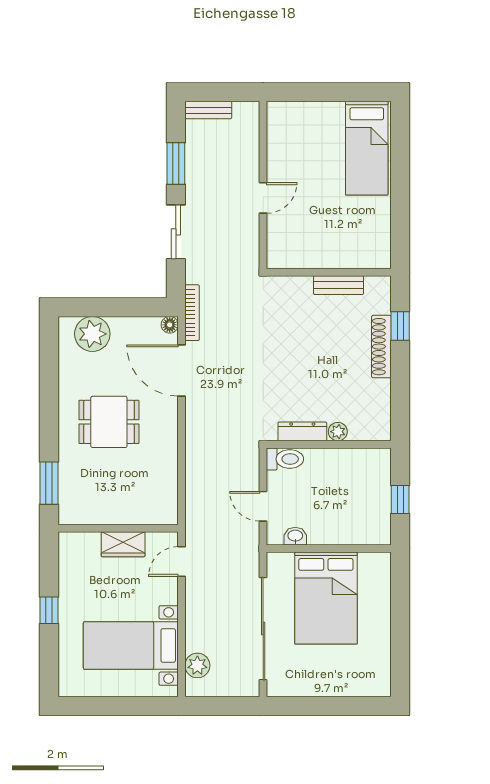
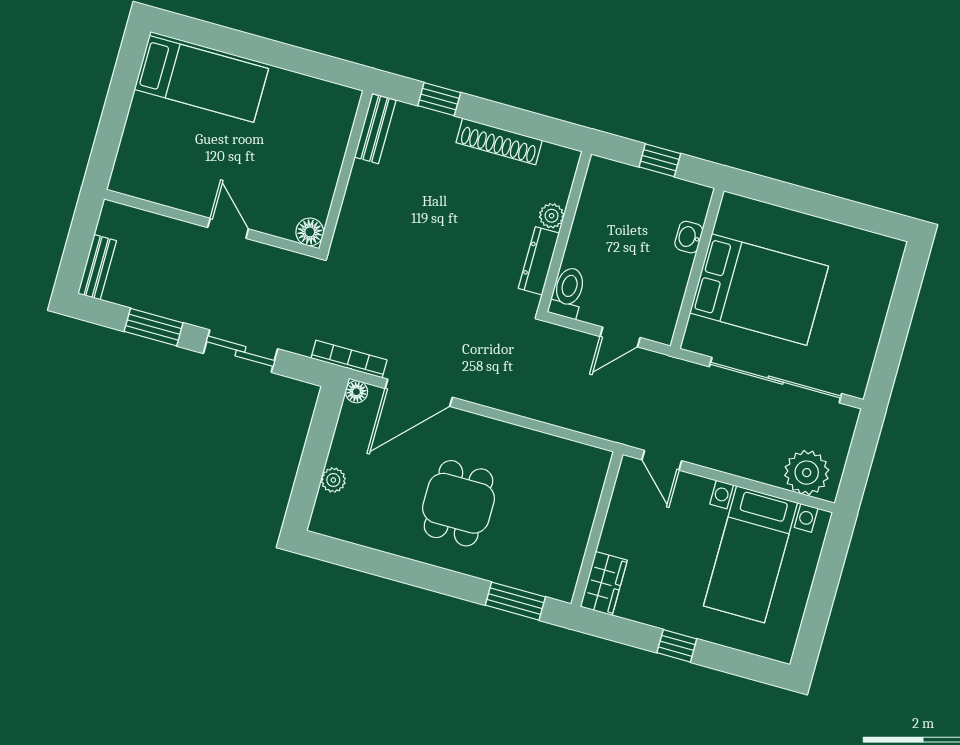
floor lamp: (277, 258) -> (310, 232), added
bench: (339, 285) -> (375, 129), moved
plant: (92, 334) -> (333, 480), width x0.53, depth x0.53
shoe rack: (381, 347) -> (499, 141), moved
washbasin: (295, 536) -> (689, 237), moved
wardrobe: (123, 544) -> (604, 583), moved
plant: (197, 665) -> (807, 473), width x1.36, depth x1.36

